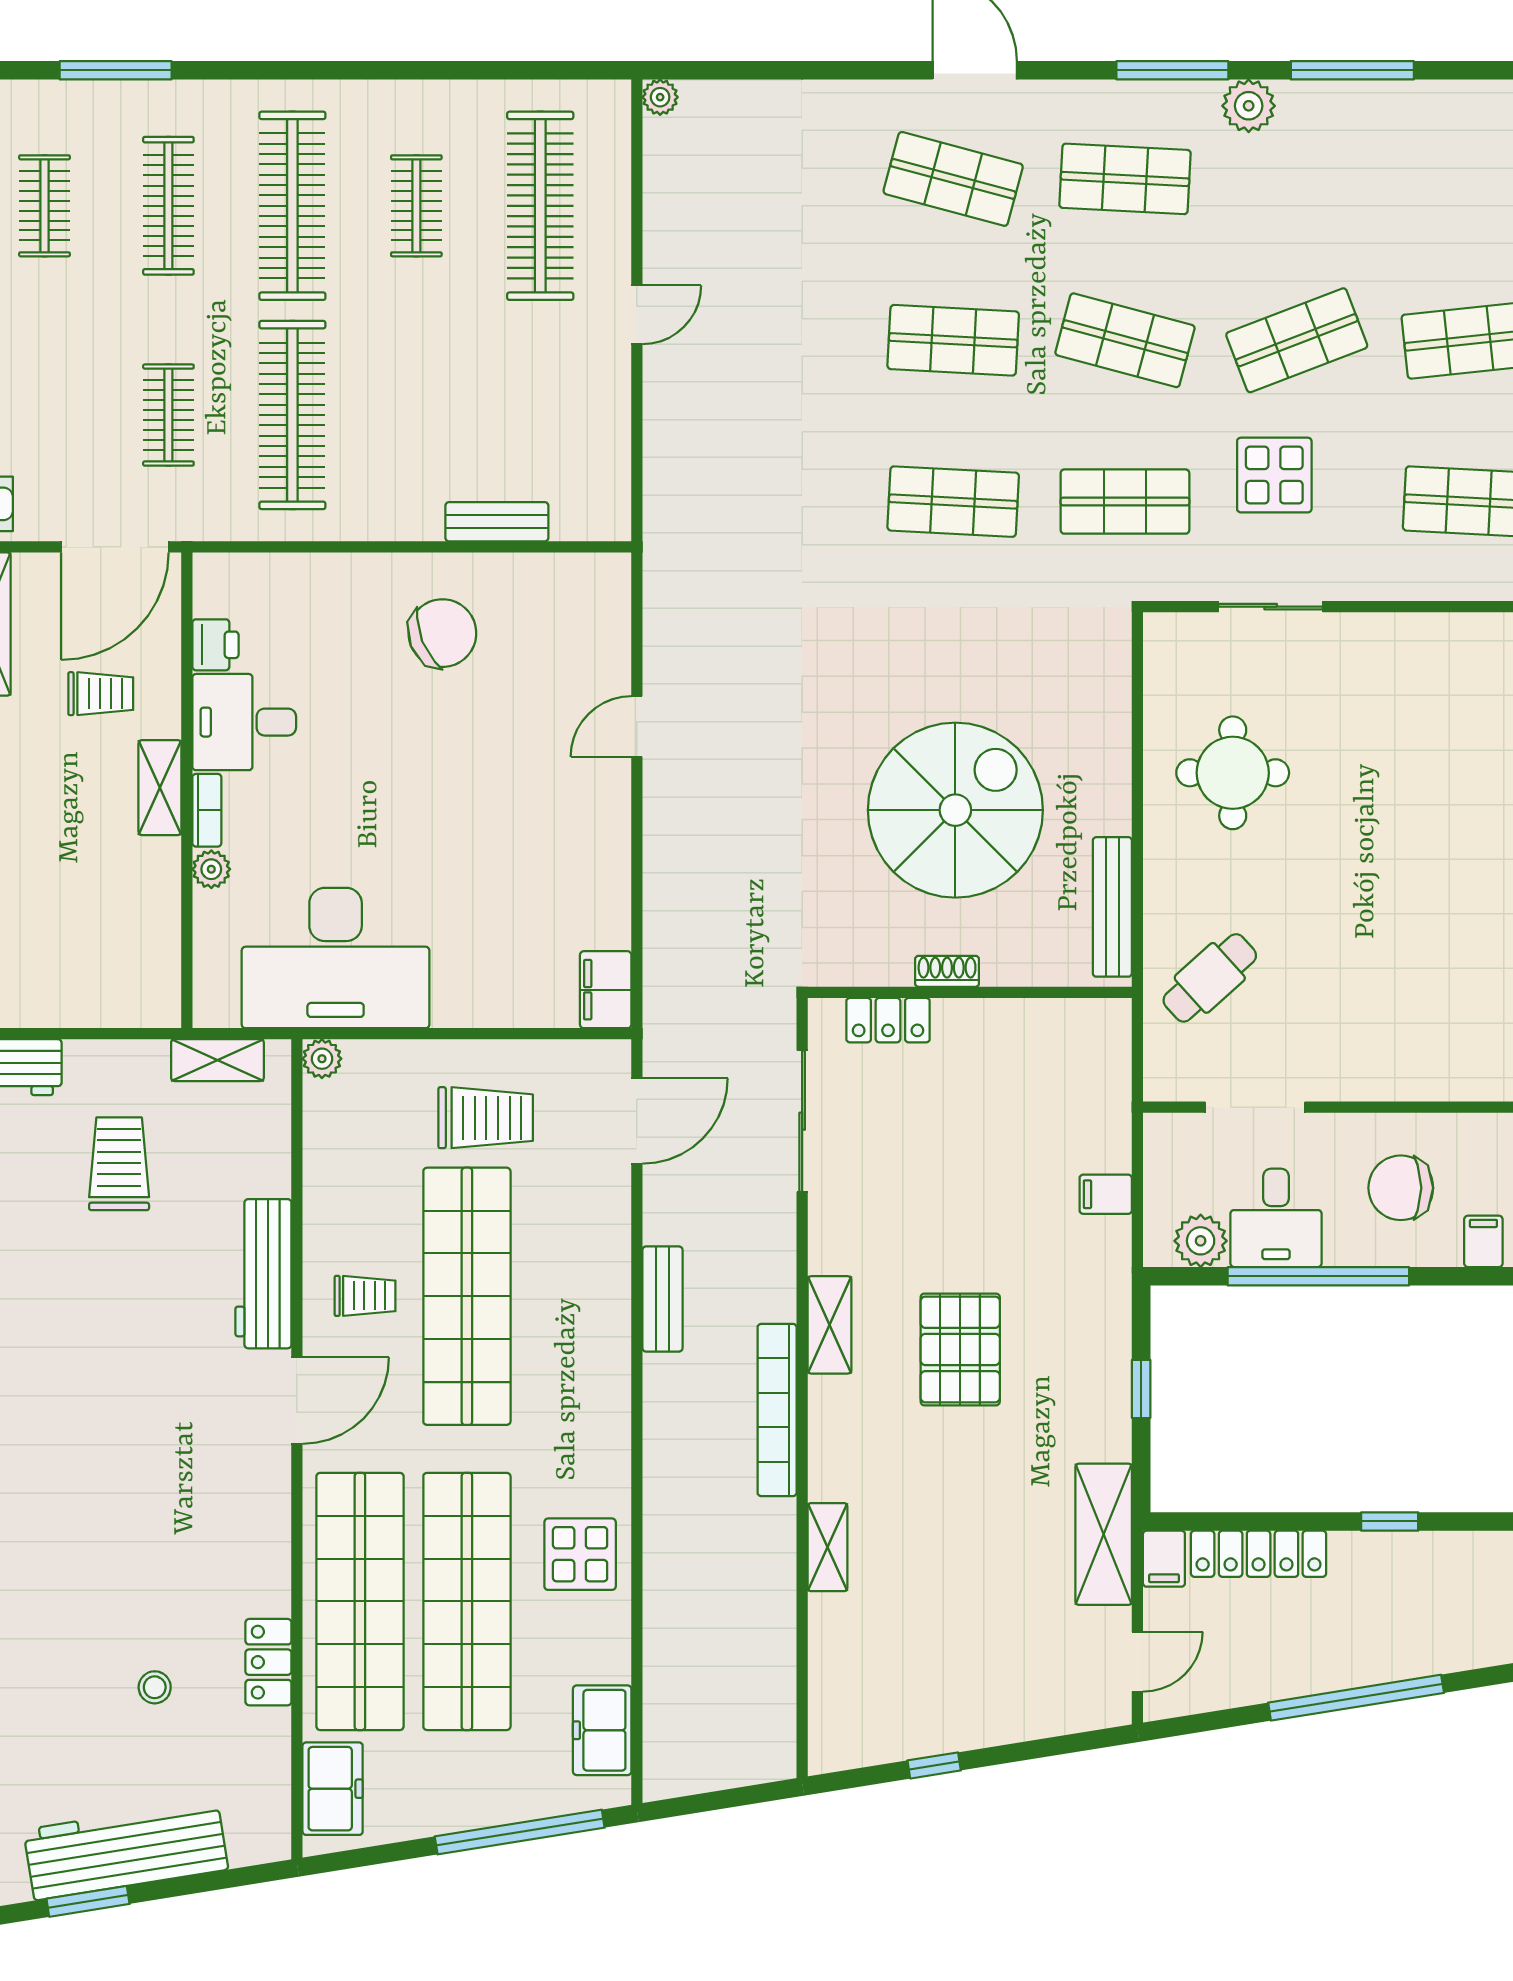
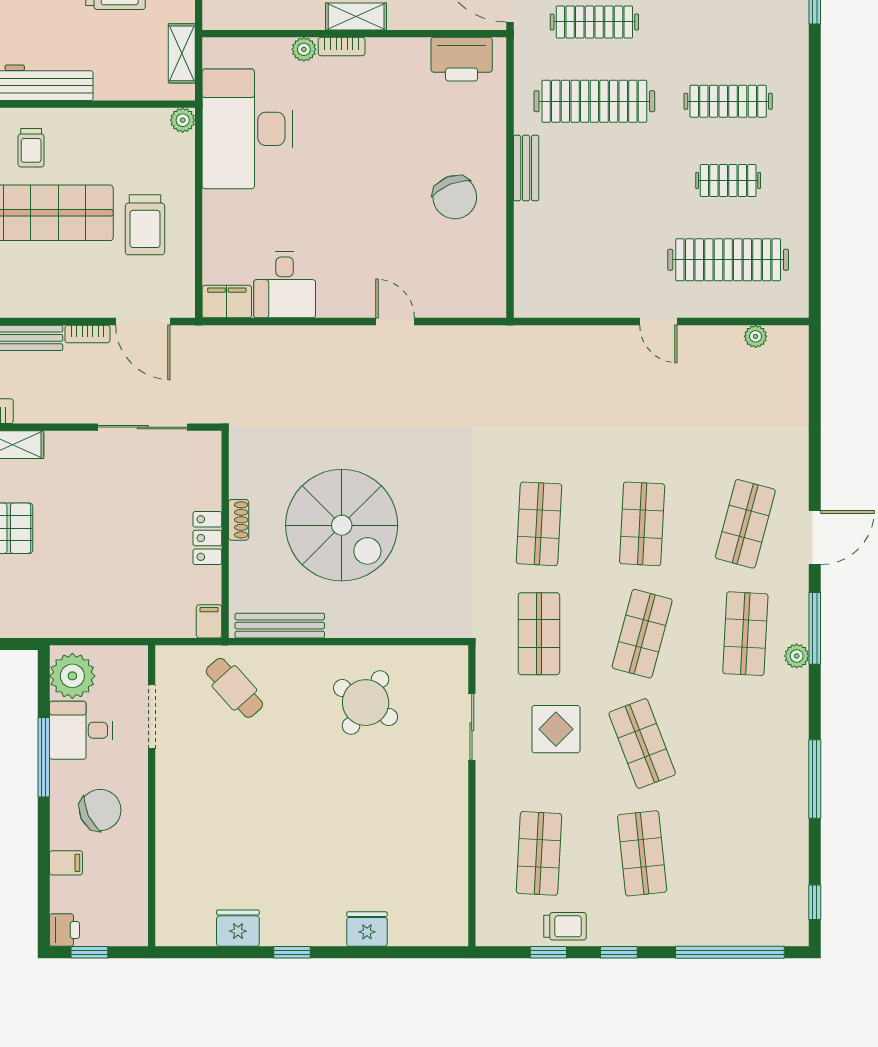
window: (1172, 70) -> (815, 628), moved
plant: (660, 97) -> (756, 336), moved
plant: (1249, 106) -> (797, 656), moved, width x0.73, depth x0.73
clothes rail: (168, 206) -> (728, 22), removed
clothes rail: (292, 206) -> (728, 101), width x0.73, depth x0.76
clothes rail: (168, 415) -> (594, 22), width x1.36
bench: (497, 522) -> (526, 168), moved
printer: (215, 645) -> (462, 59), width x1.87, depth x1.48
desk: (244, 722) -> (285, 285), moved, turned 180
round table: (1233, 773) -> (366, 703), turned 32
locker: (888, 1020) -> (207, 538), moved
chair: (1401, 1188) -> (100, 810), turned 65
filing cabinet: (1106, 1194) -> (209, 621), moved
bookcase: (656, 1208) -> (87, 334), added
plant: (1201, 1241) -> (72, 676), width x1.36, depth x1.36
window: (1318, 1276) -> (44, 757), width x0.68

